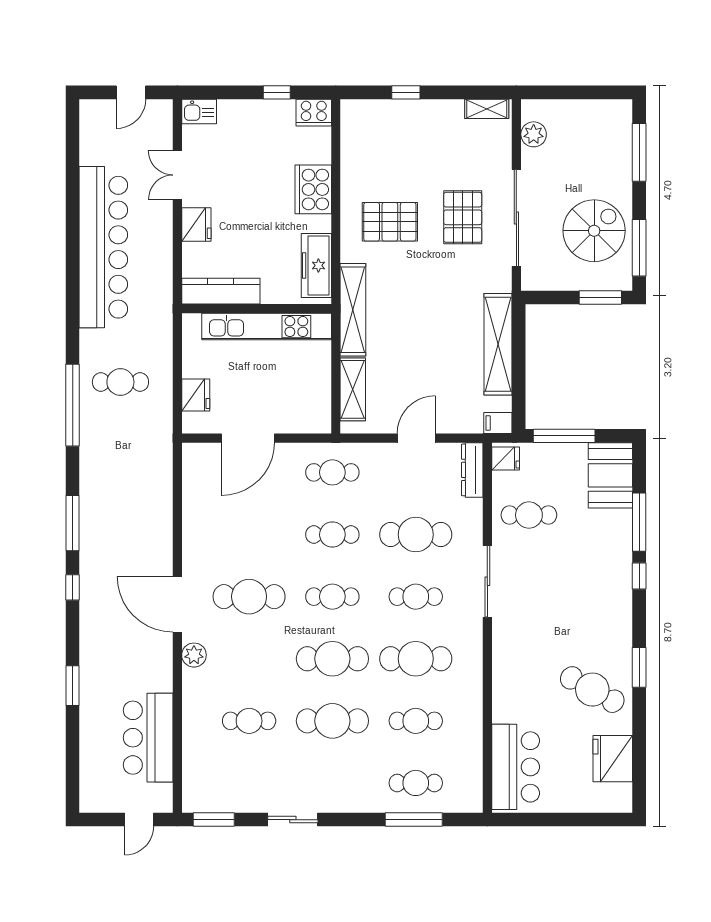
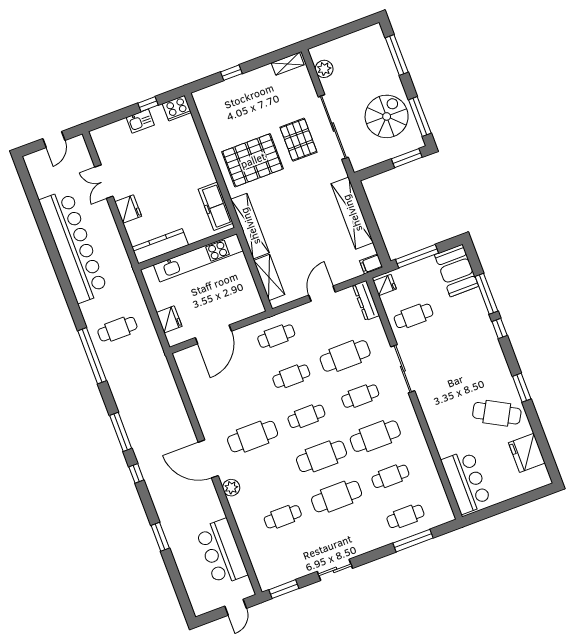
kitchen sink: (199, 111) -> (140, 121), moved
cooker: (313, 189) -> (195, 158), removed
pallet: (390, 222) -> (253, 160), width x1.37, depth x1.41

